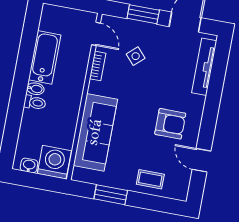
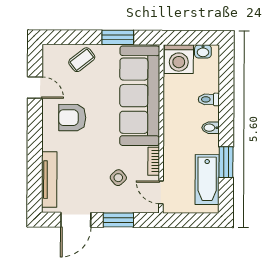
window: (26, 52) -> (226, 162), added
bathtub: (45, 57) -> (207, 180), moved
toilet: (35, 103) -> (209, 99), moved
sofa: (95, 132) -> (140, 96), width x1.36, depth x1.27
coffee table: (150, 179) -> (82, 60), turned -38

